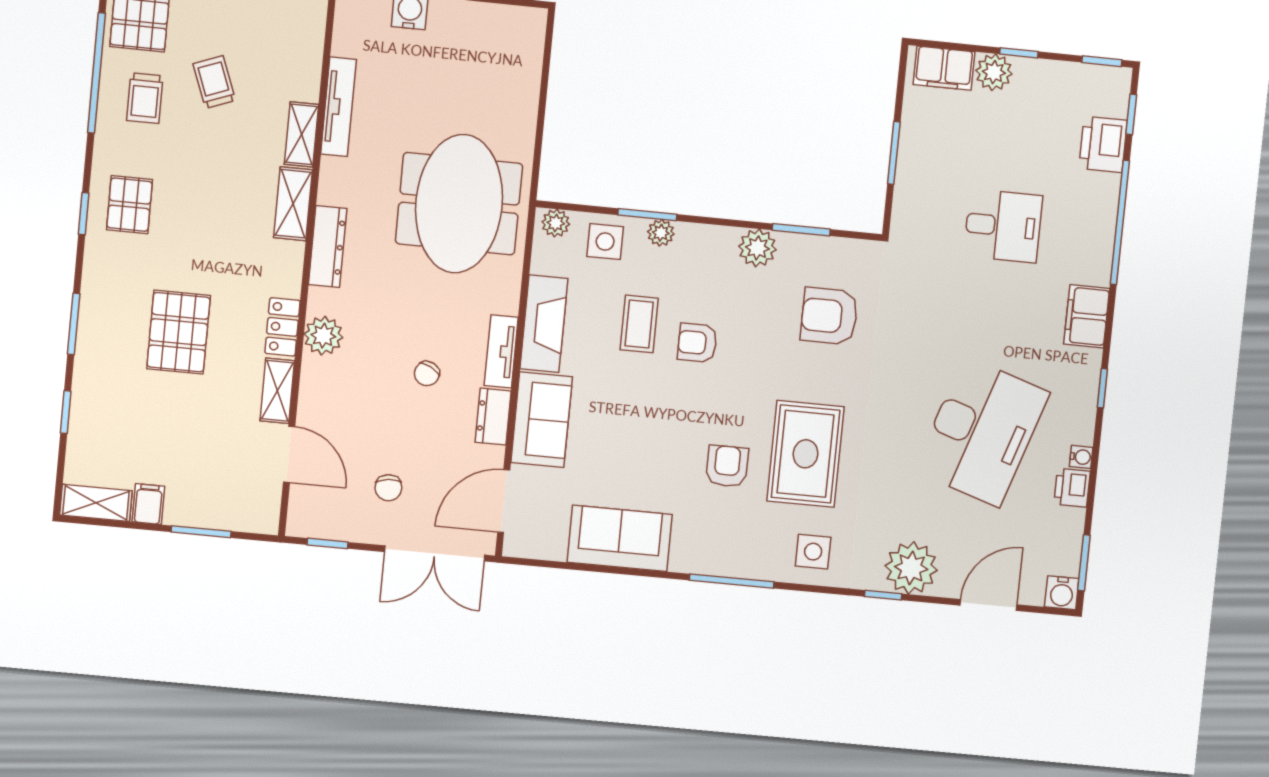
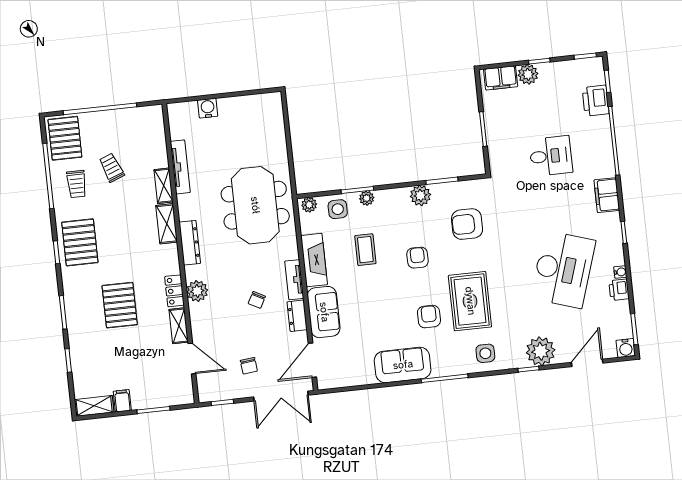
pallet: (130, 205) -> (80, 242), width x1.50, depth x1.42
armchair: (697, 343) -> (417, 258), moved, turned 90
sofa: (620, 538) -> (403, 365), moved

